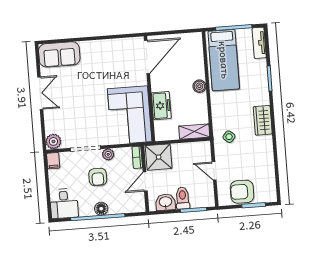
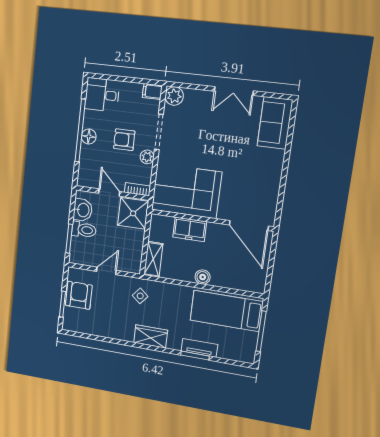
tv unit: (259, 43) -> (199, 348), moved

